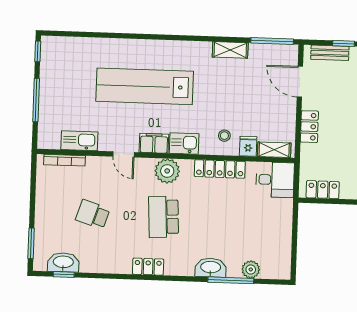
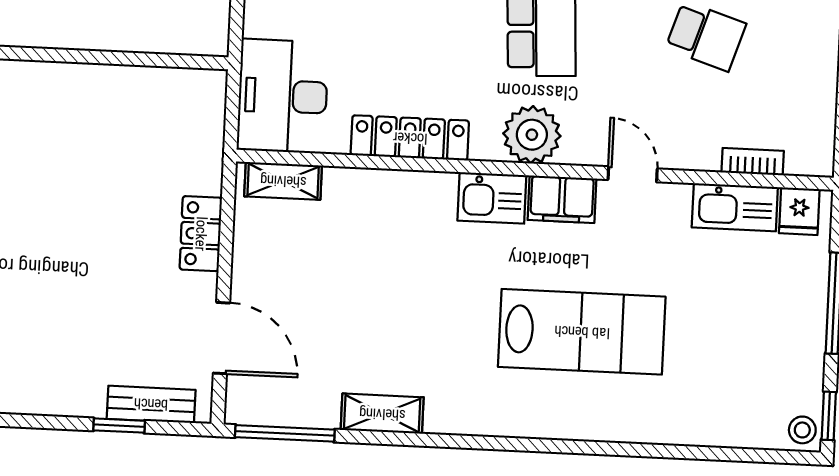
lab bench: (145, 86) -> (582, 332), width x0.73
stool: (224, 136) -> (802, 430), moved
fridge: (248, 146) -> (799, 211), moved
bookcase: (64, 160) -> (753, 162), width x0.64
desk: (275, 180) -> (283, 96), width x1.37
locker: (323, 190) -> (172, 87), removed

